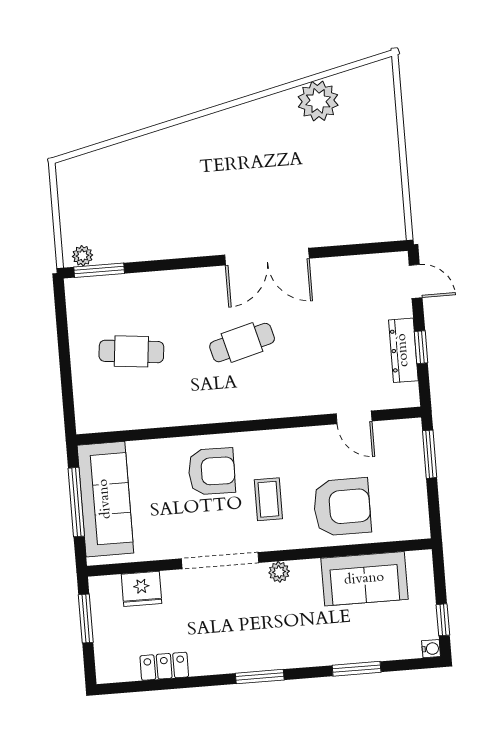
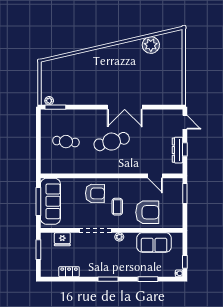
cafe table: (242, 343) -> (112, 142), width x1.37, depth x1.35

